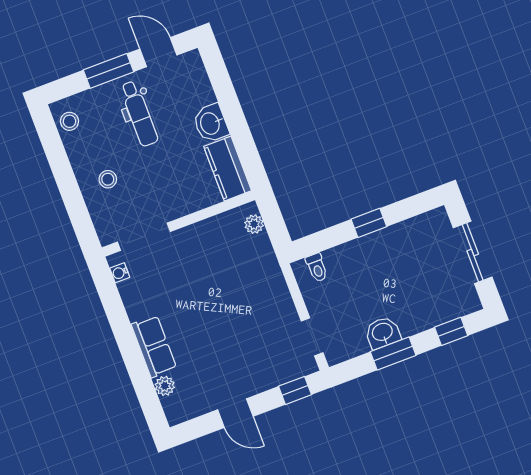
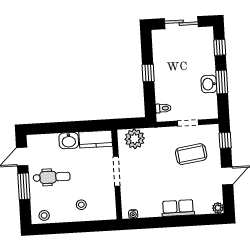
plant: (254, 224) -> (135, 139), width x1.88, depth x1.88
doorway: (144, 237) -> (117, 171), moved
doorway: (312, 337) -> (188, 123), moved
coffee table: (253, 340) -> (191, 154), added
plant: (165, 386) -> (218, 208), moved

